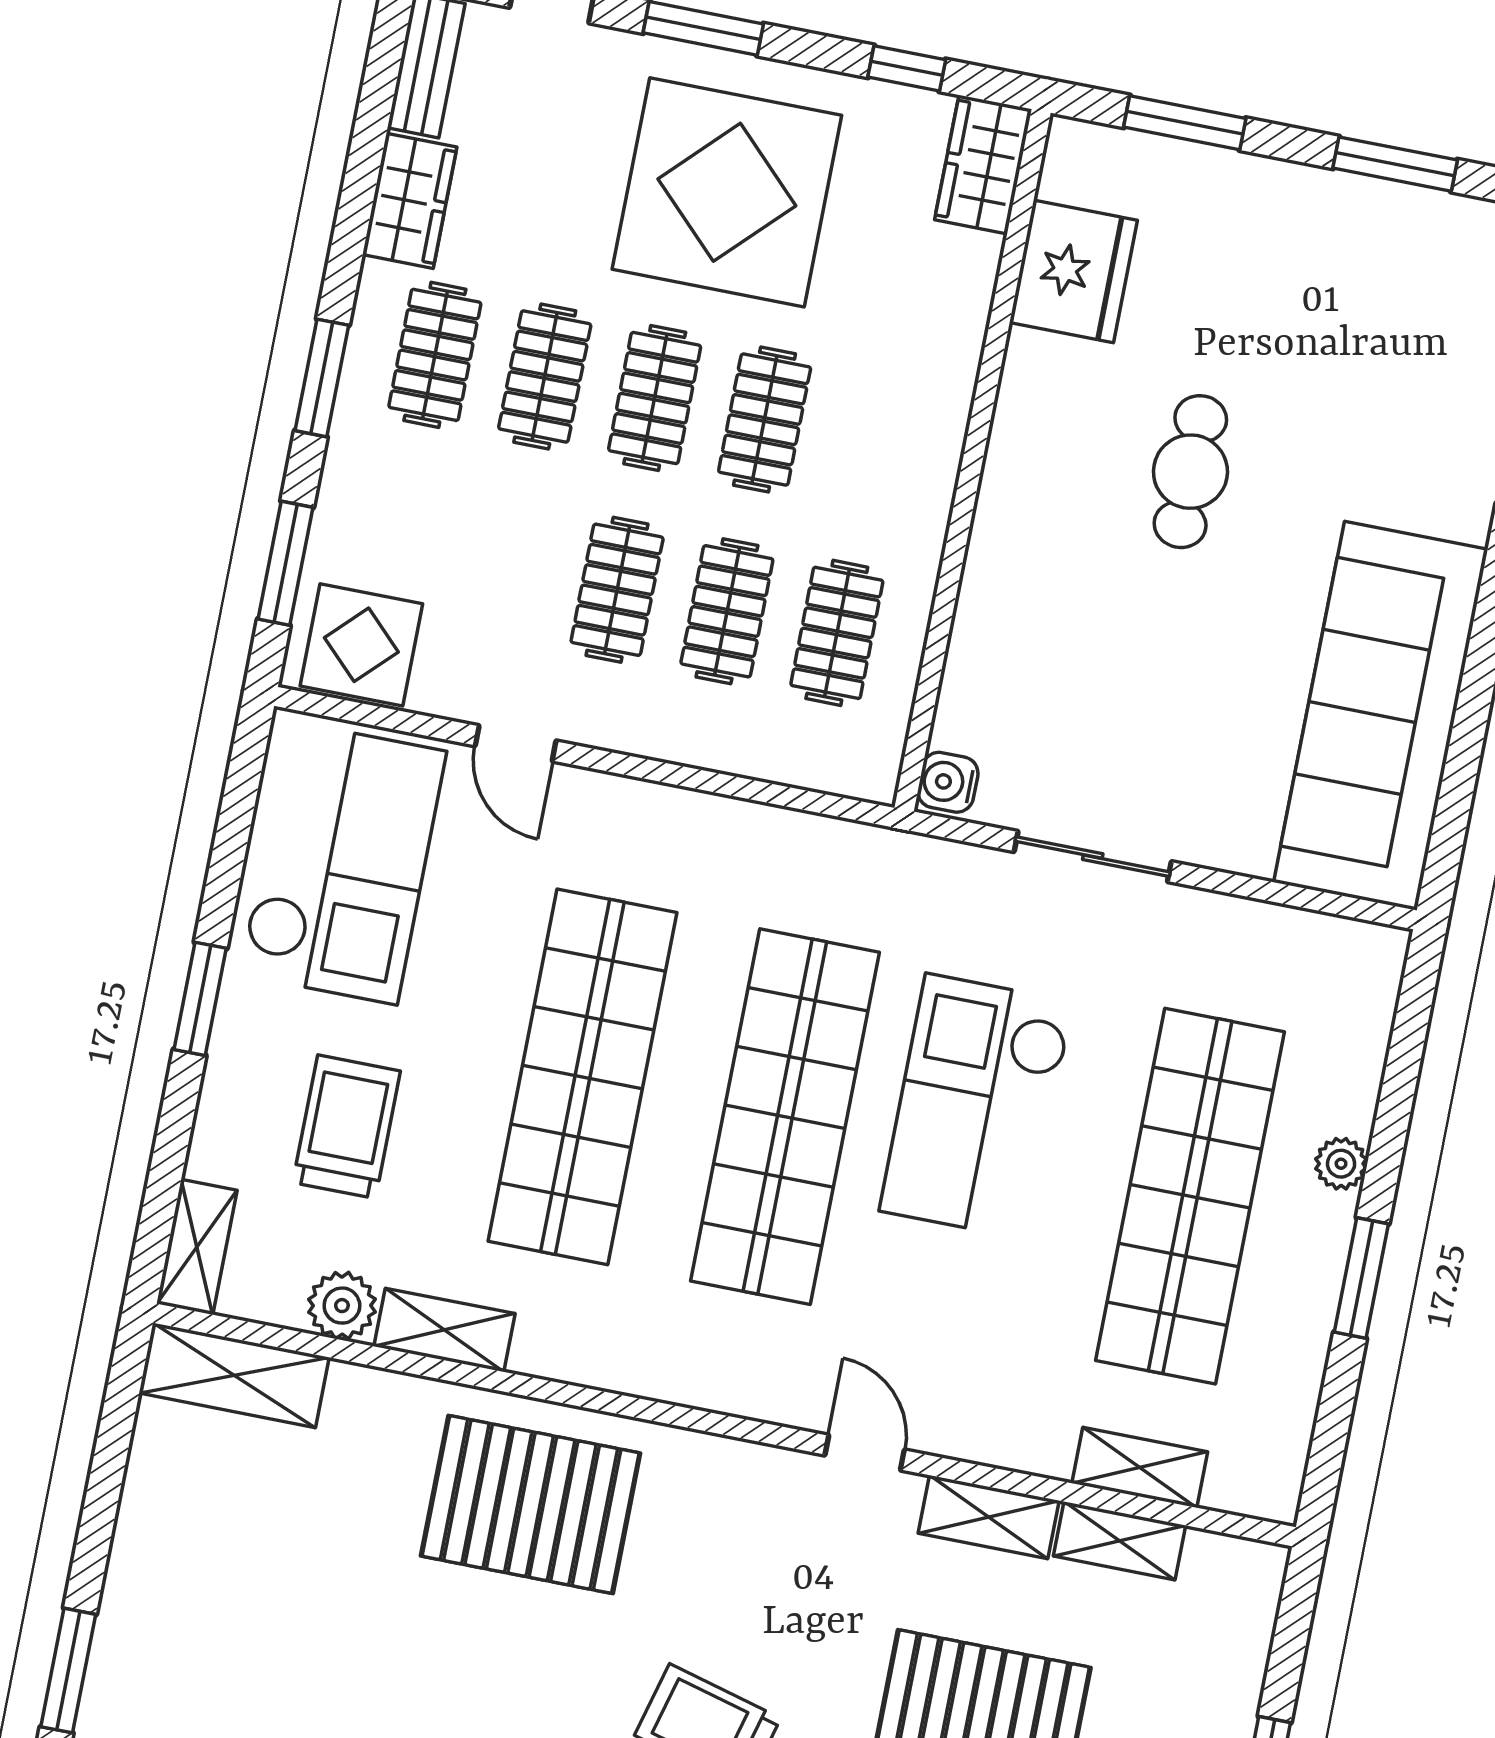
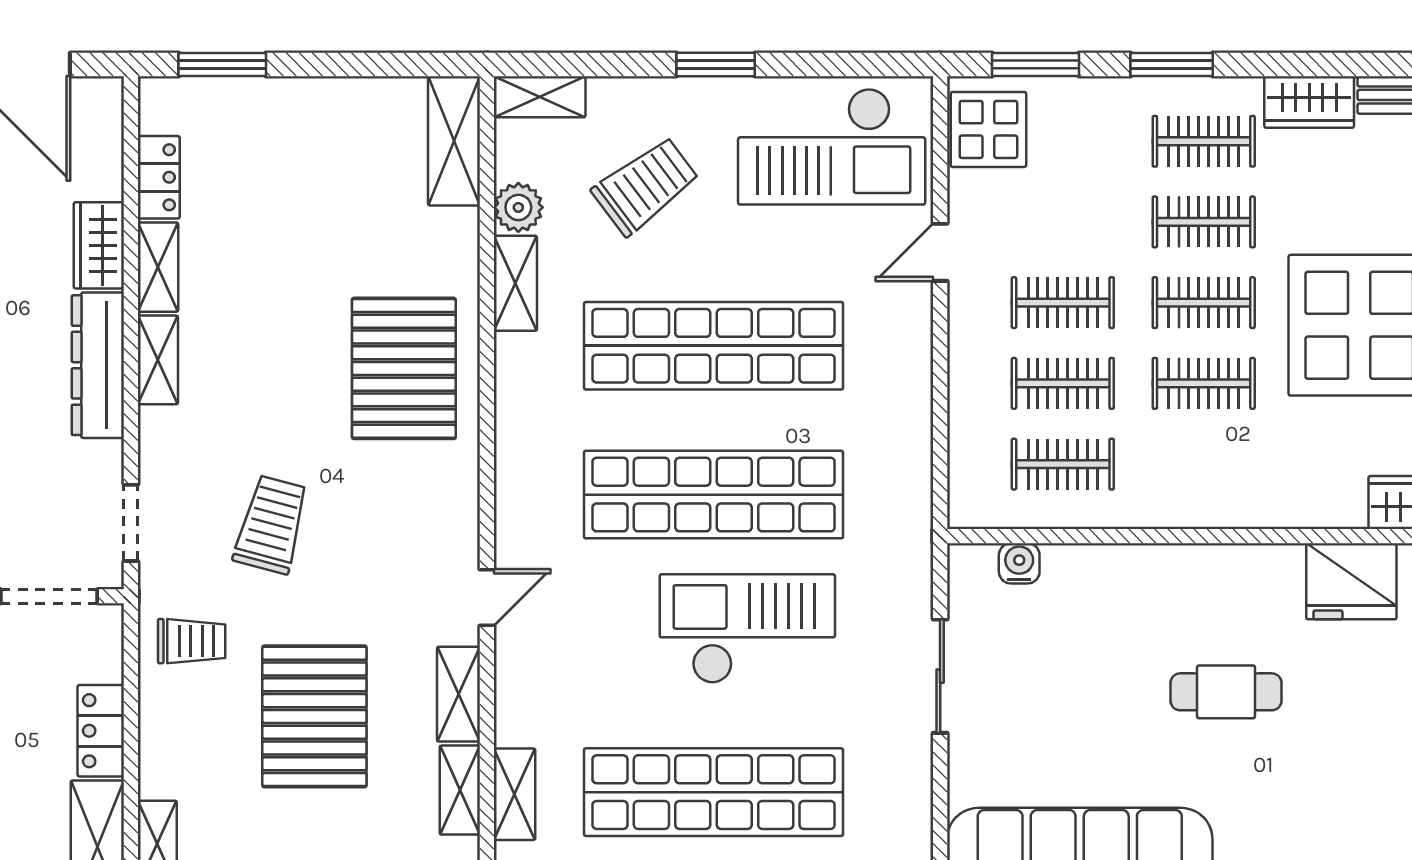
water cooler: (948, 782) -> (1019, 563), moved
trolley: (347, 1127) -> (645, 186), turned -37

